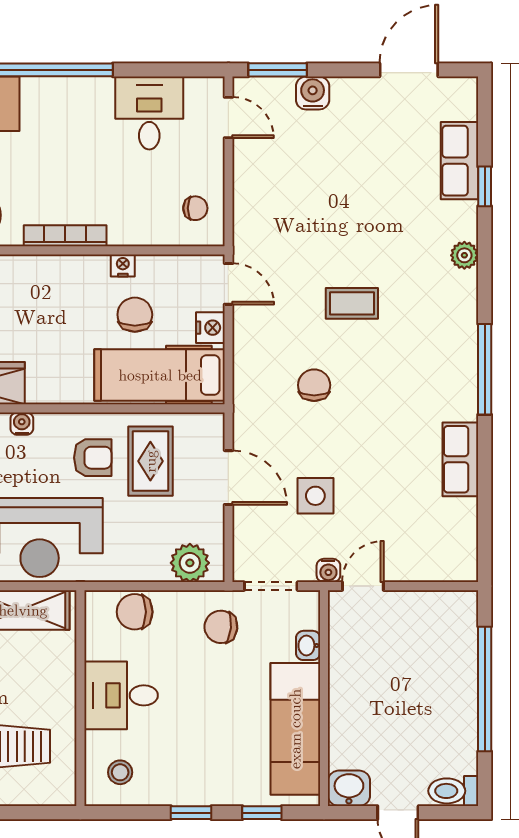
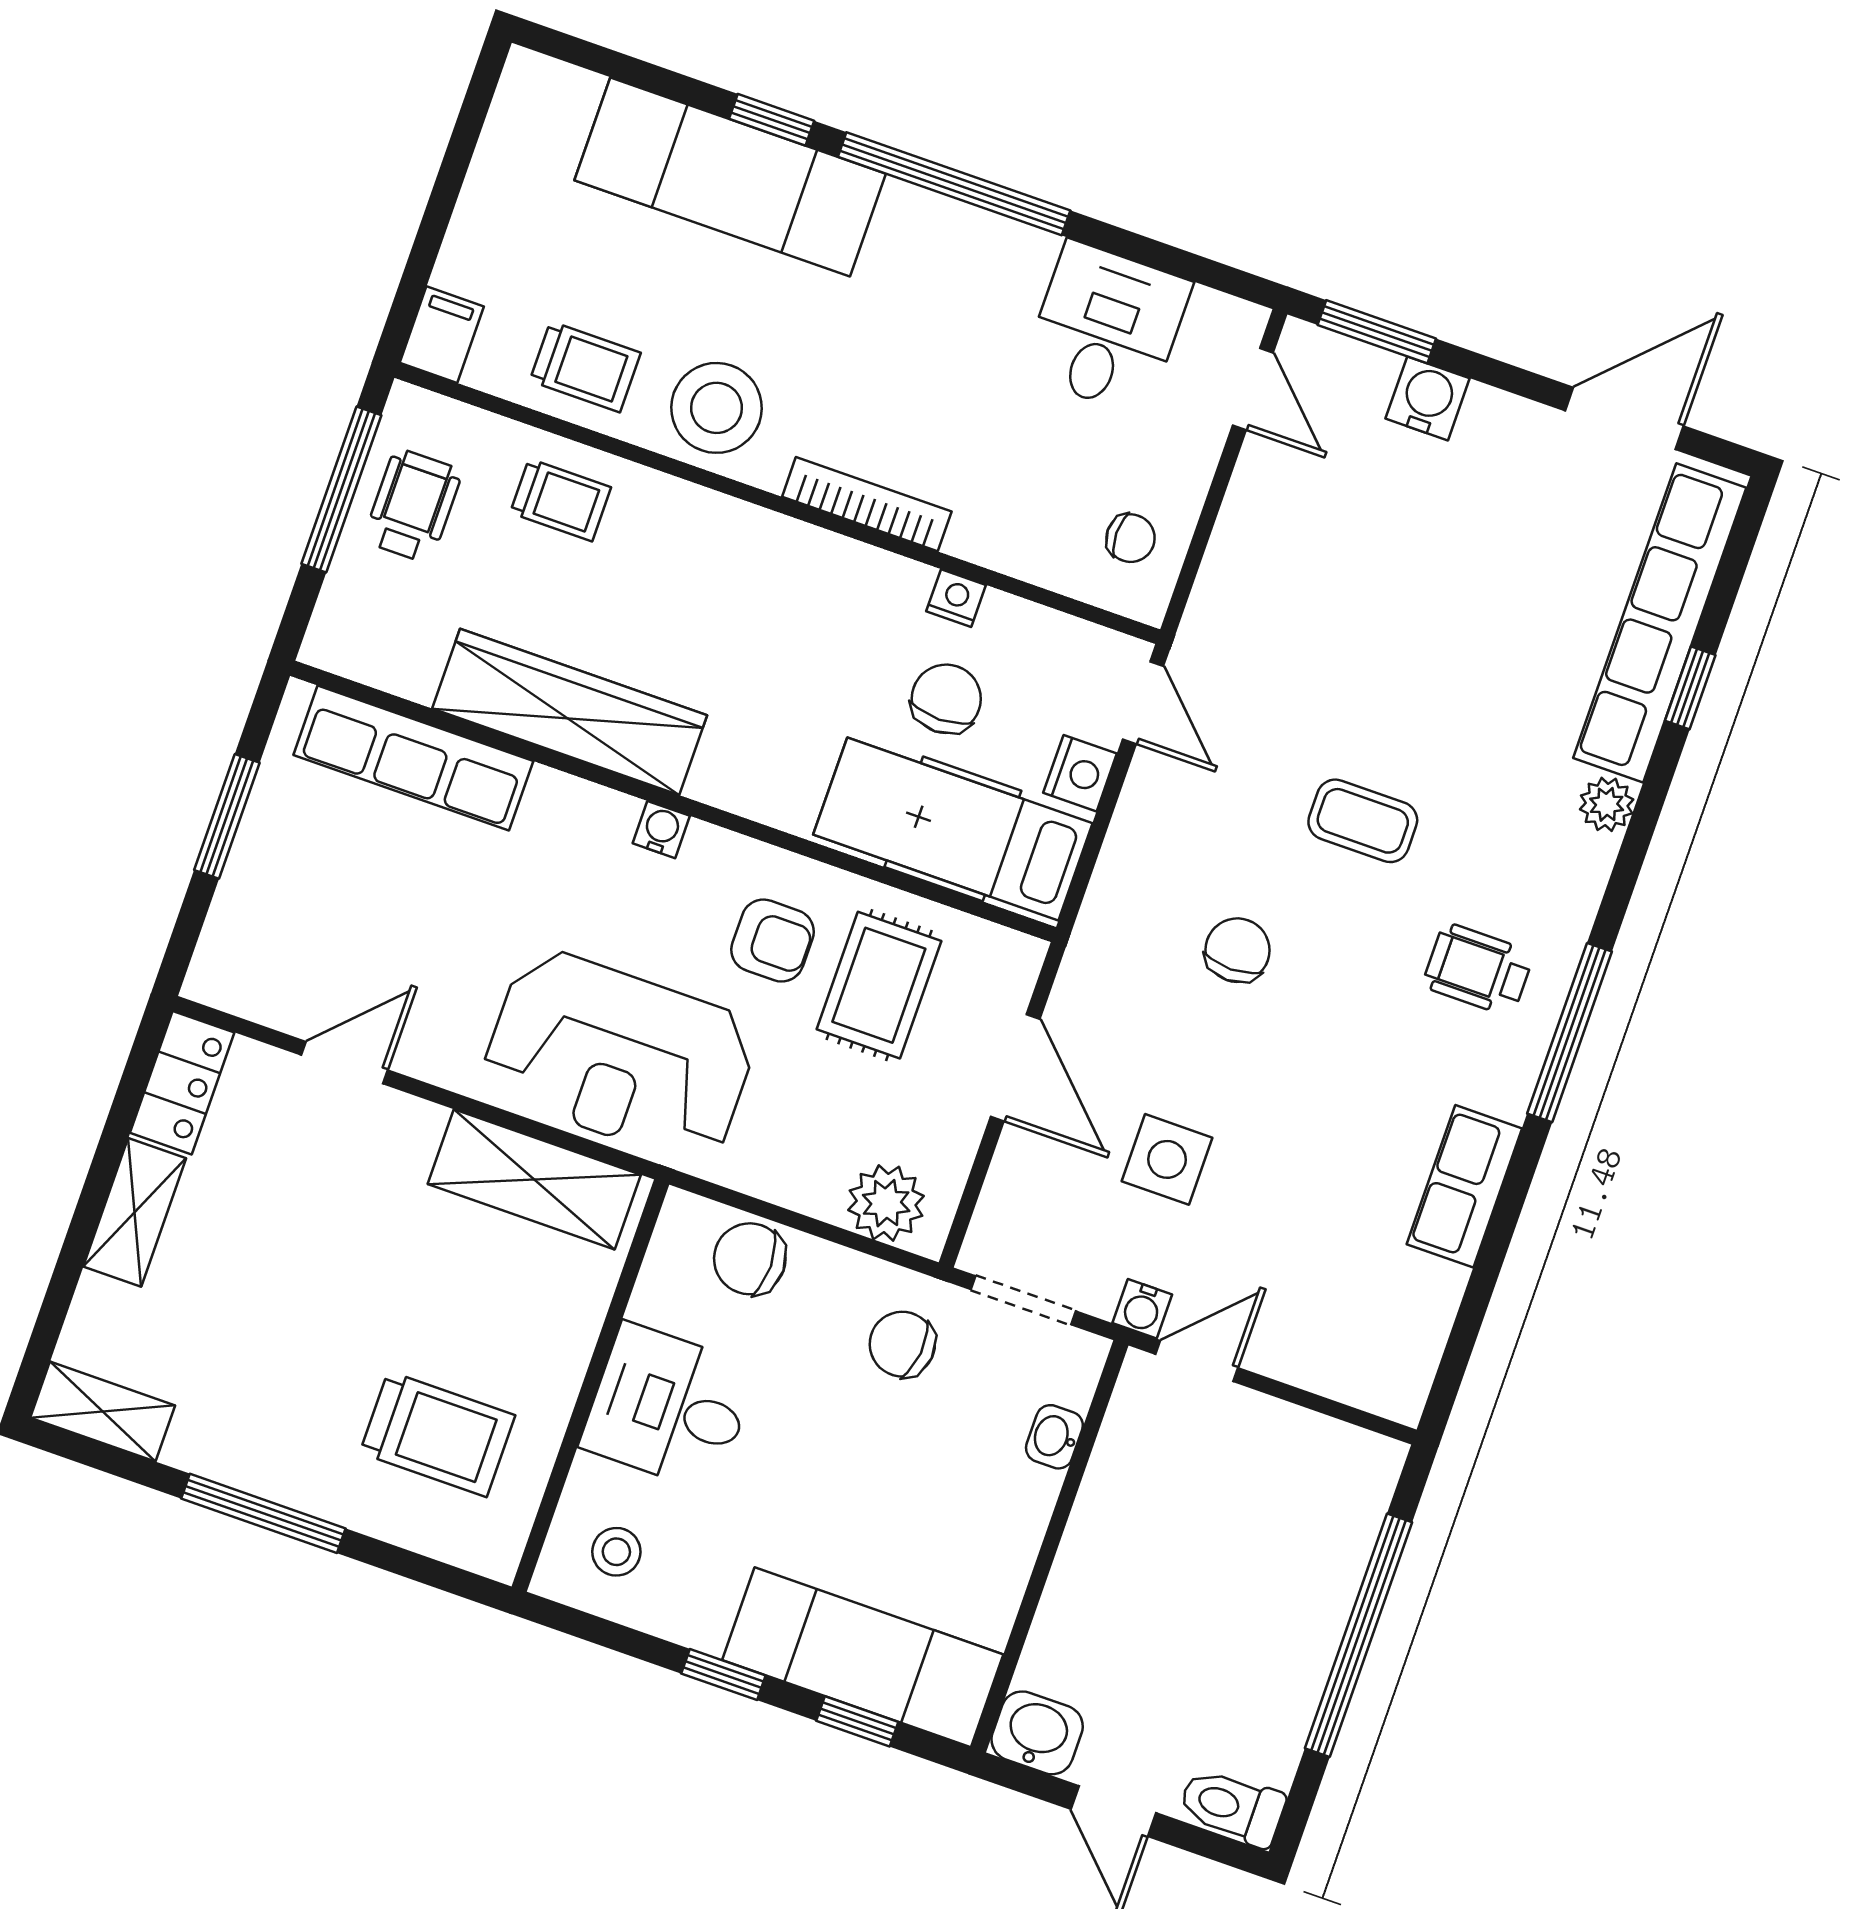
row of seats: (459, 161) -> (1660, 623), width x2.02
wheelchair: (431, 355) -> (1478, 969), added
exam couch: (295, 729) -> (863, 1657), moved, turned 90

